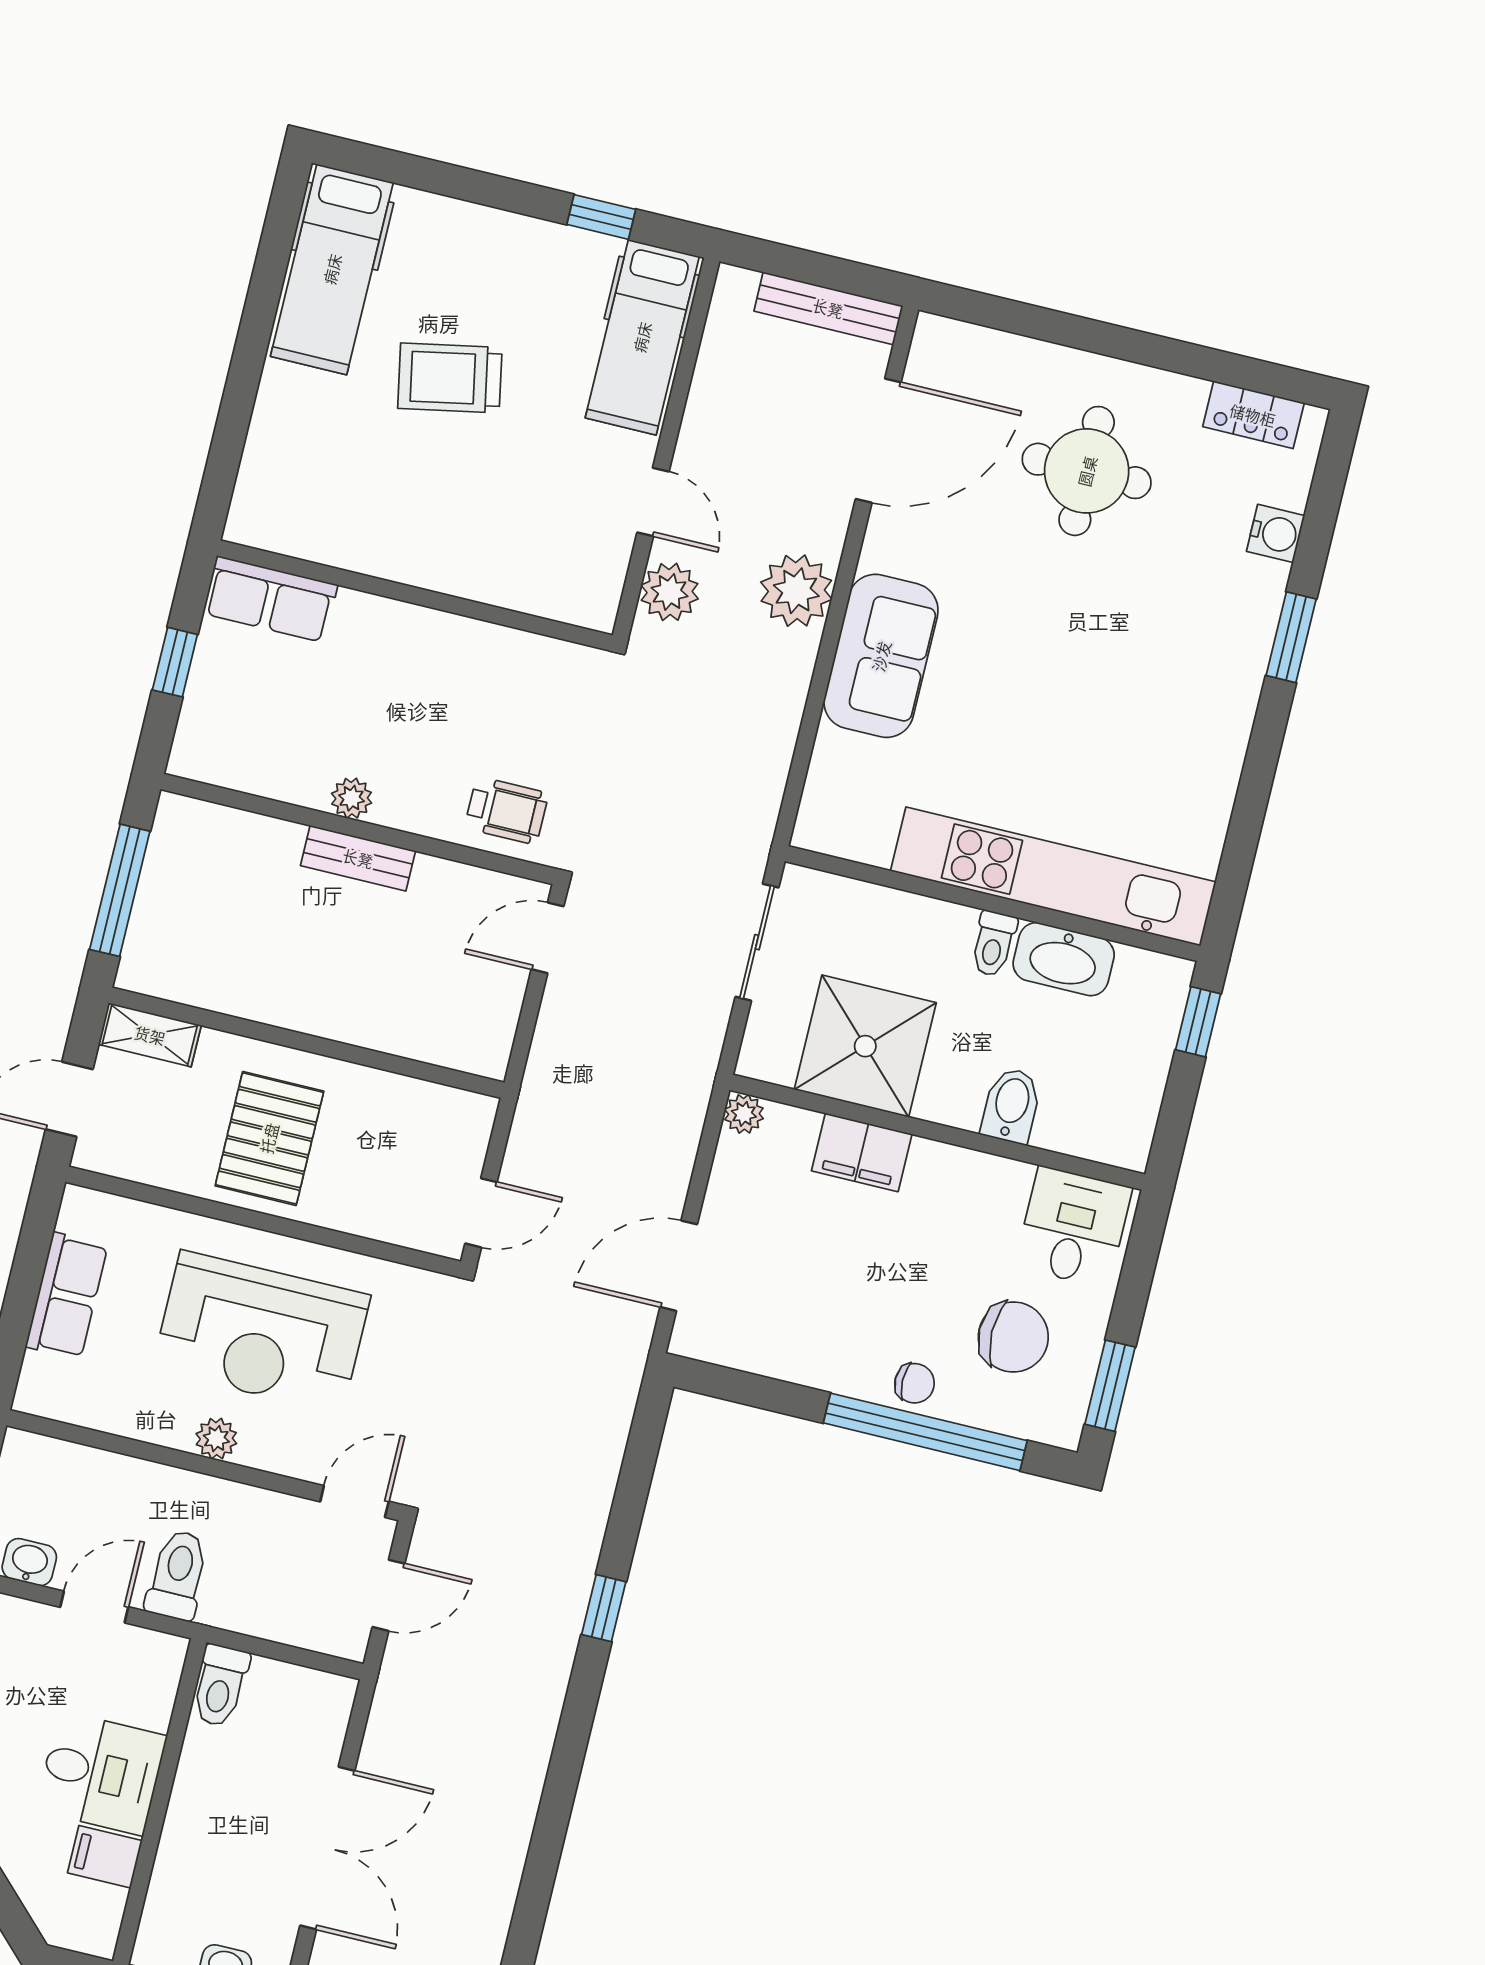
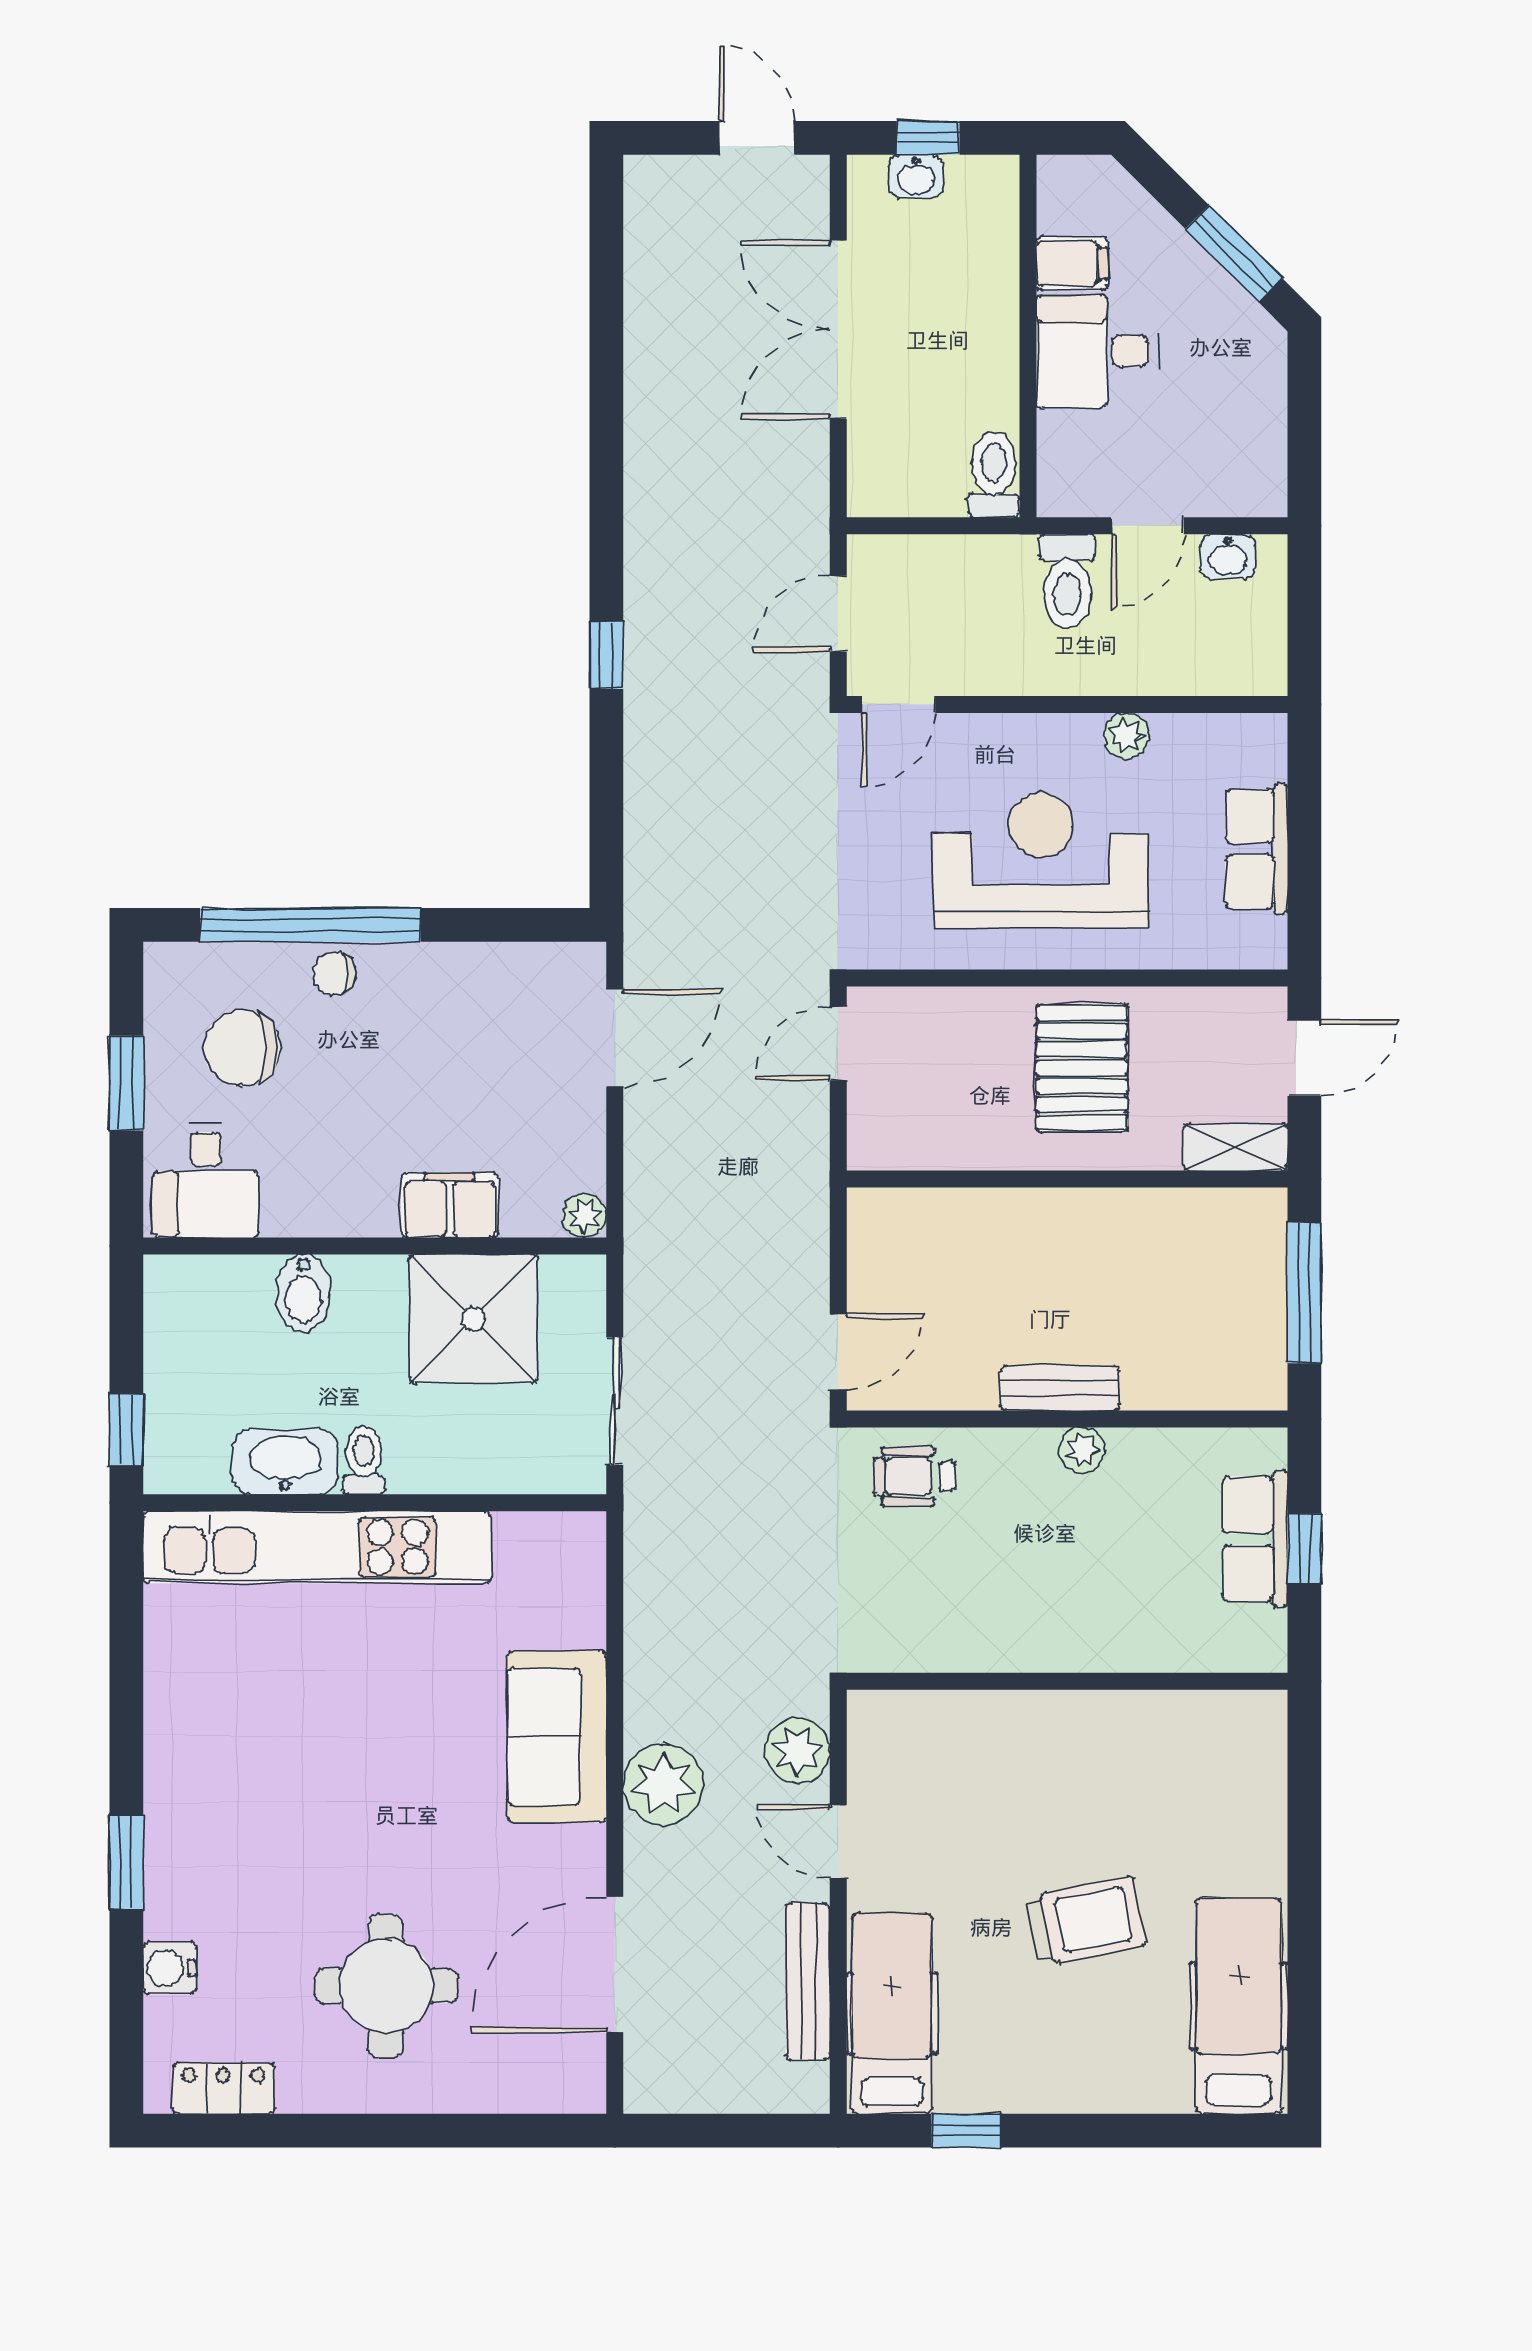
bench: (828, 308) -> (808, 1981), moved, turned 90
row of seats: (270, 599) -> (1255, 1539), moved, turned -90
window: (1110, 1386) -> (126, 1083), moved
plant: (216, 1439) -> (1127, 736), moved

